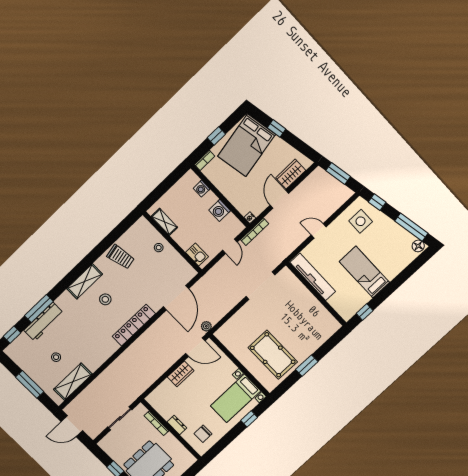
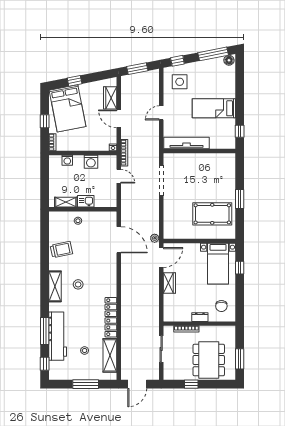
kitchen sink: (197, 254) -> (86, 201), moved
workbench: (44, 322) -> (58, 336), width x1.36, depth x1.32
locker: (134, 325) -> (111, 317), moved

